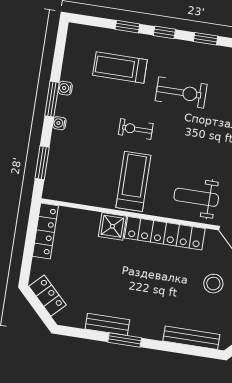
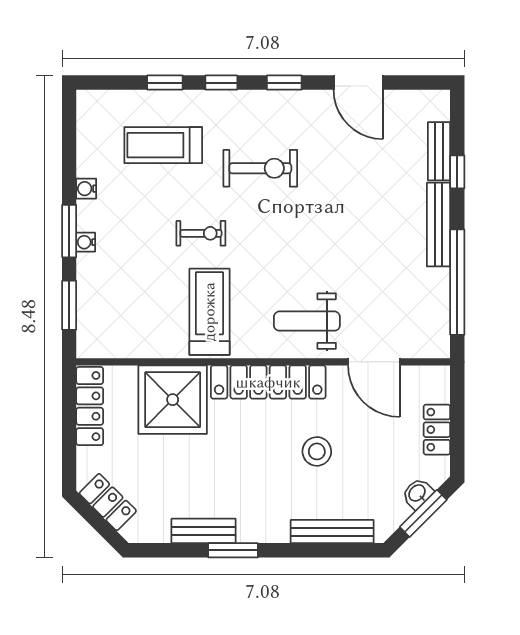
window: (52, 99) -> (69, 231), moved
exercise bike: (136, 129) -> (201, 233), turned 180
shower: (112, 226) -> (173, 400), width x1.86, depth x1.86
stool: (213, 284) -> (317, 451), moved

